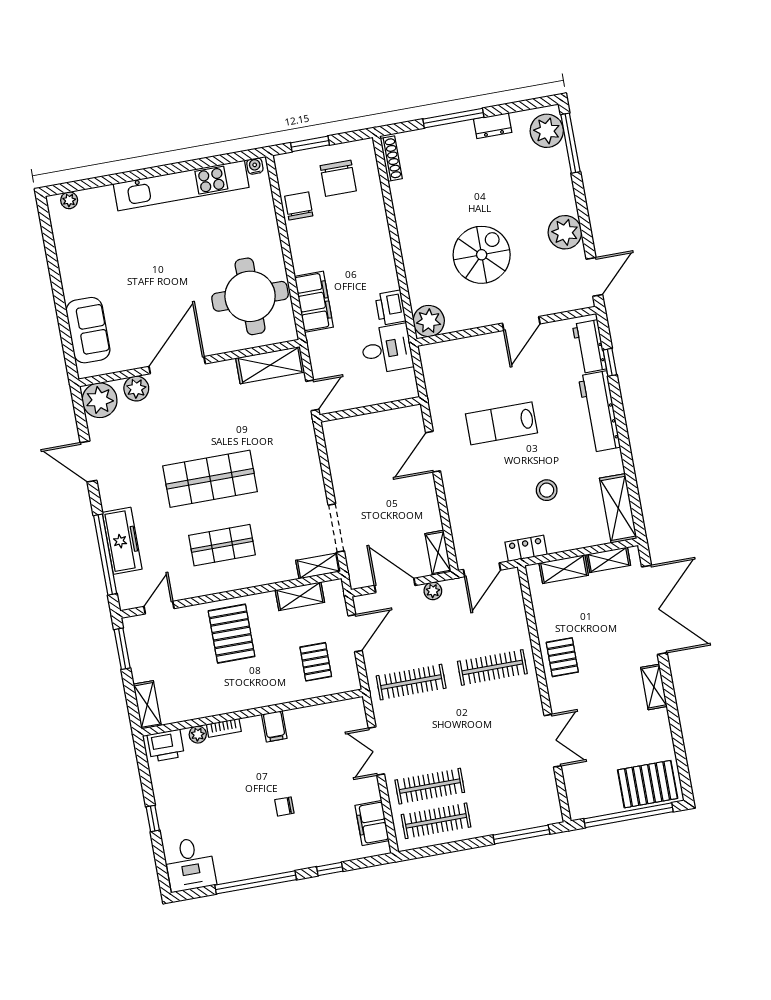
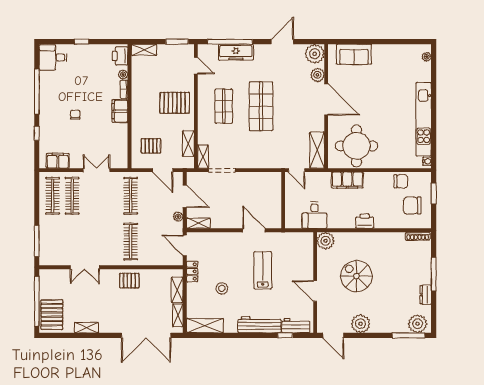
spiral stairs: (482, 255) -> (356, 276), turned 180
printer: (390, 308) -> (365, 221), moved
door: (395, 585) -> (185, 196), hinge flipped
shelving: (654, 687) -> (86, 328), moved
filing cabinet: (274, 726) -> (120, 111), width x2.00

